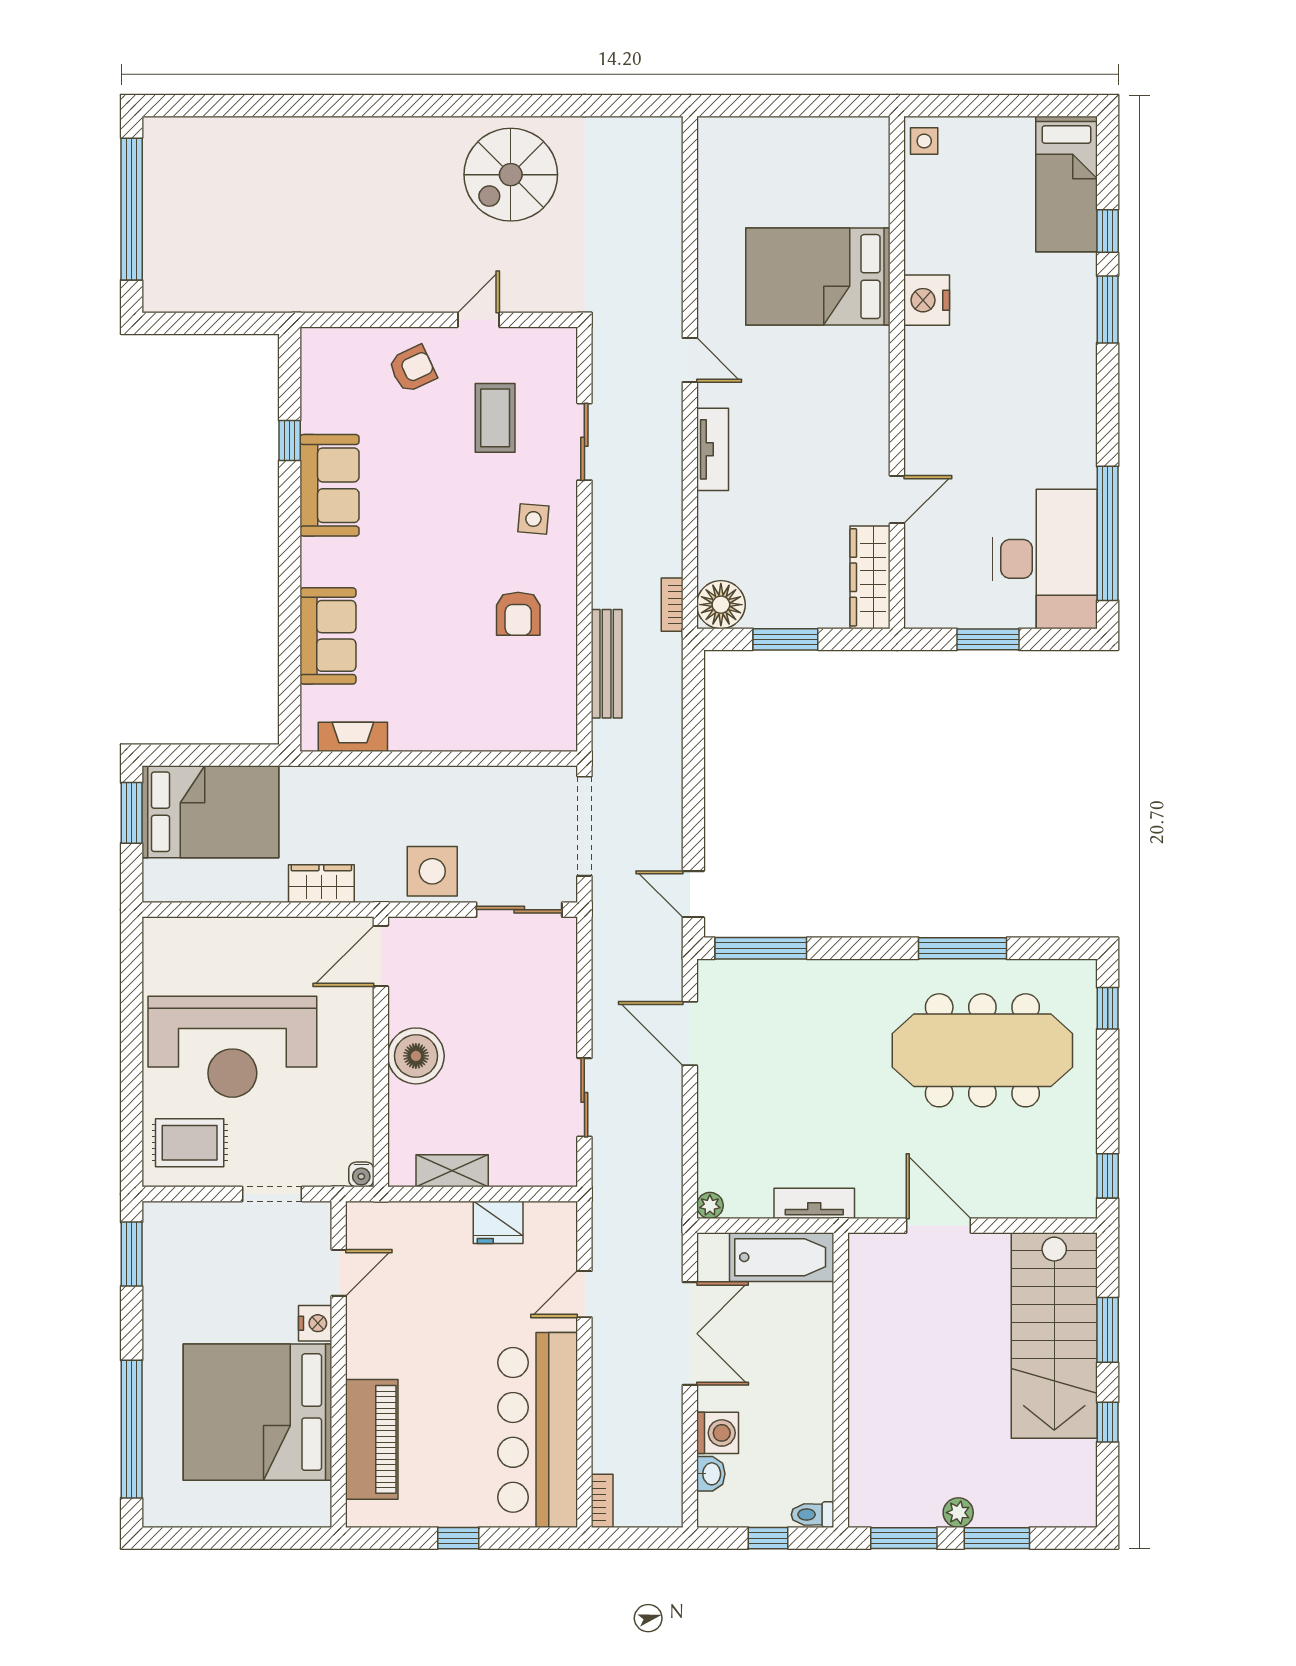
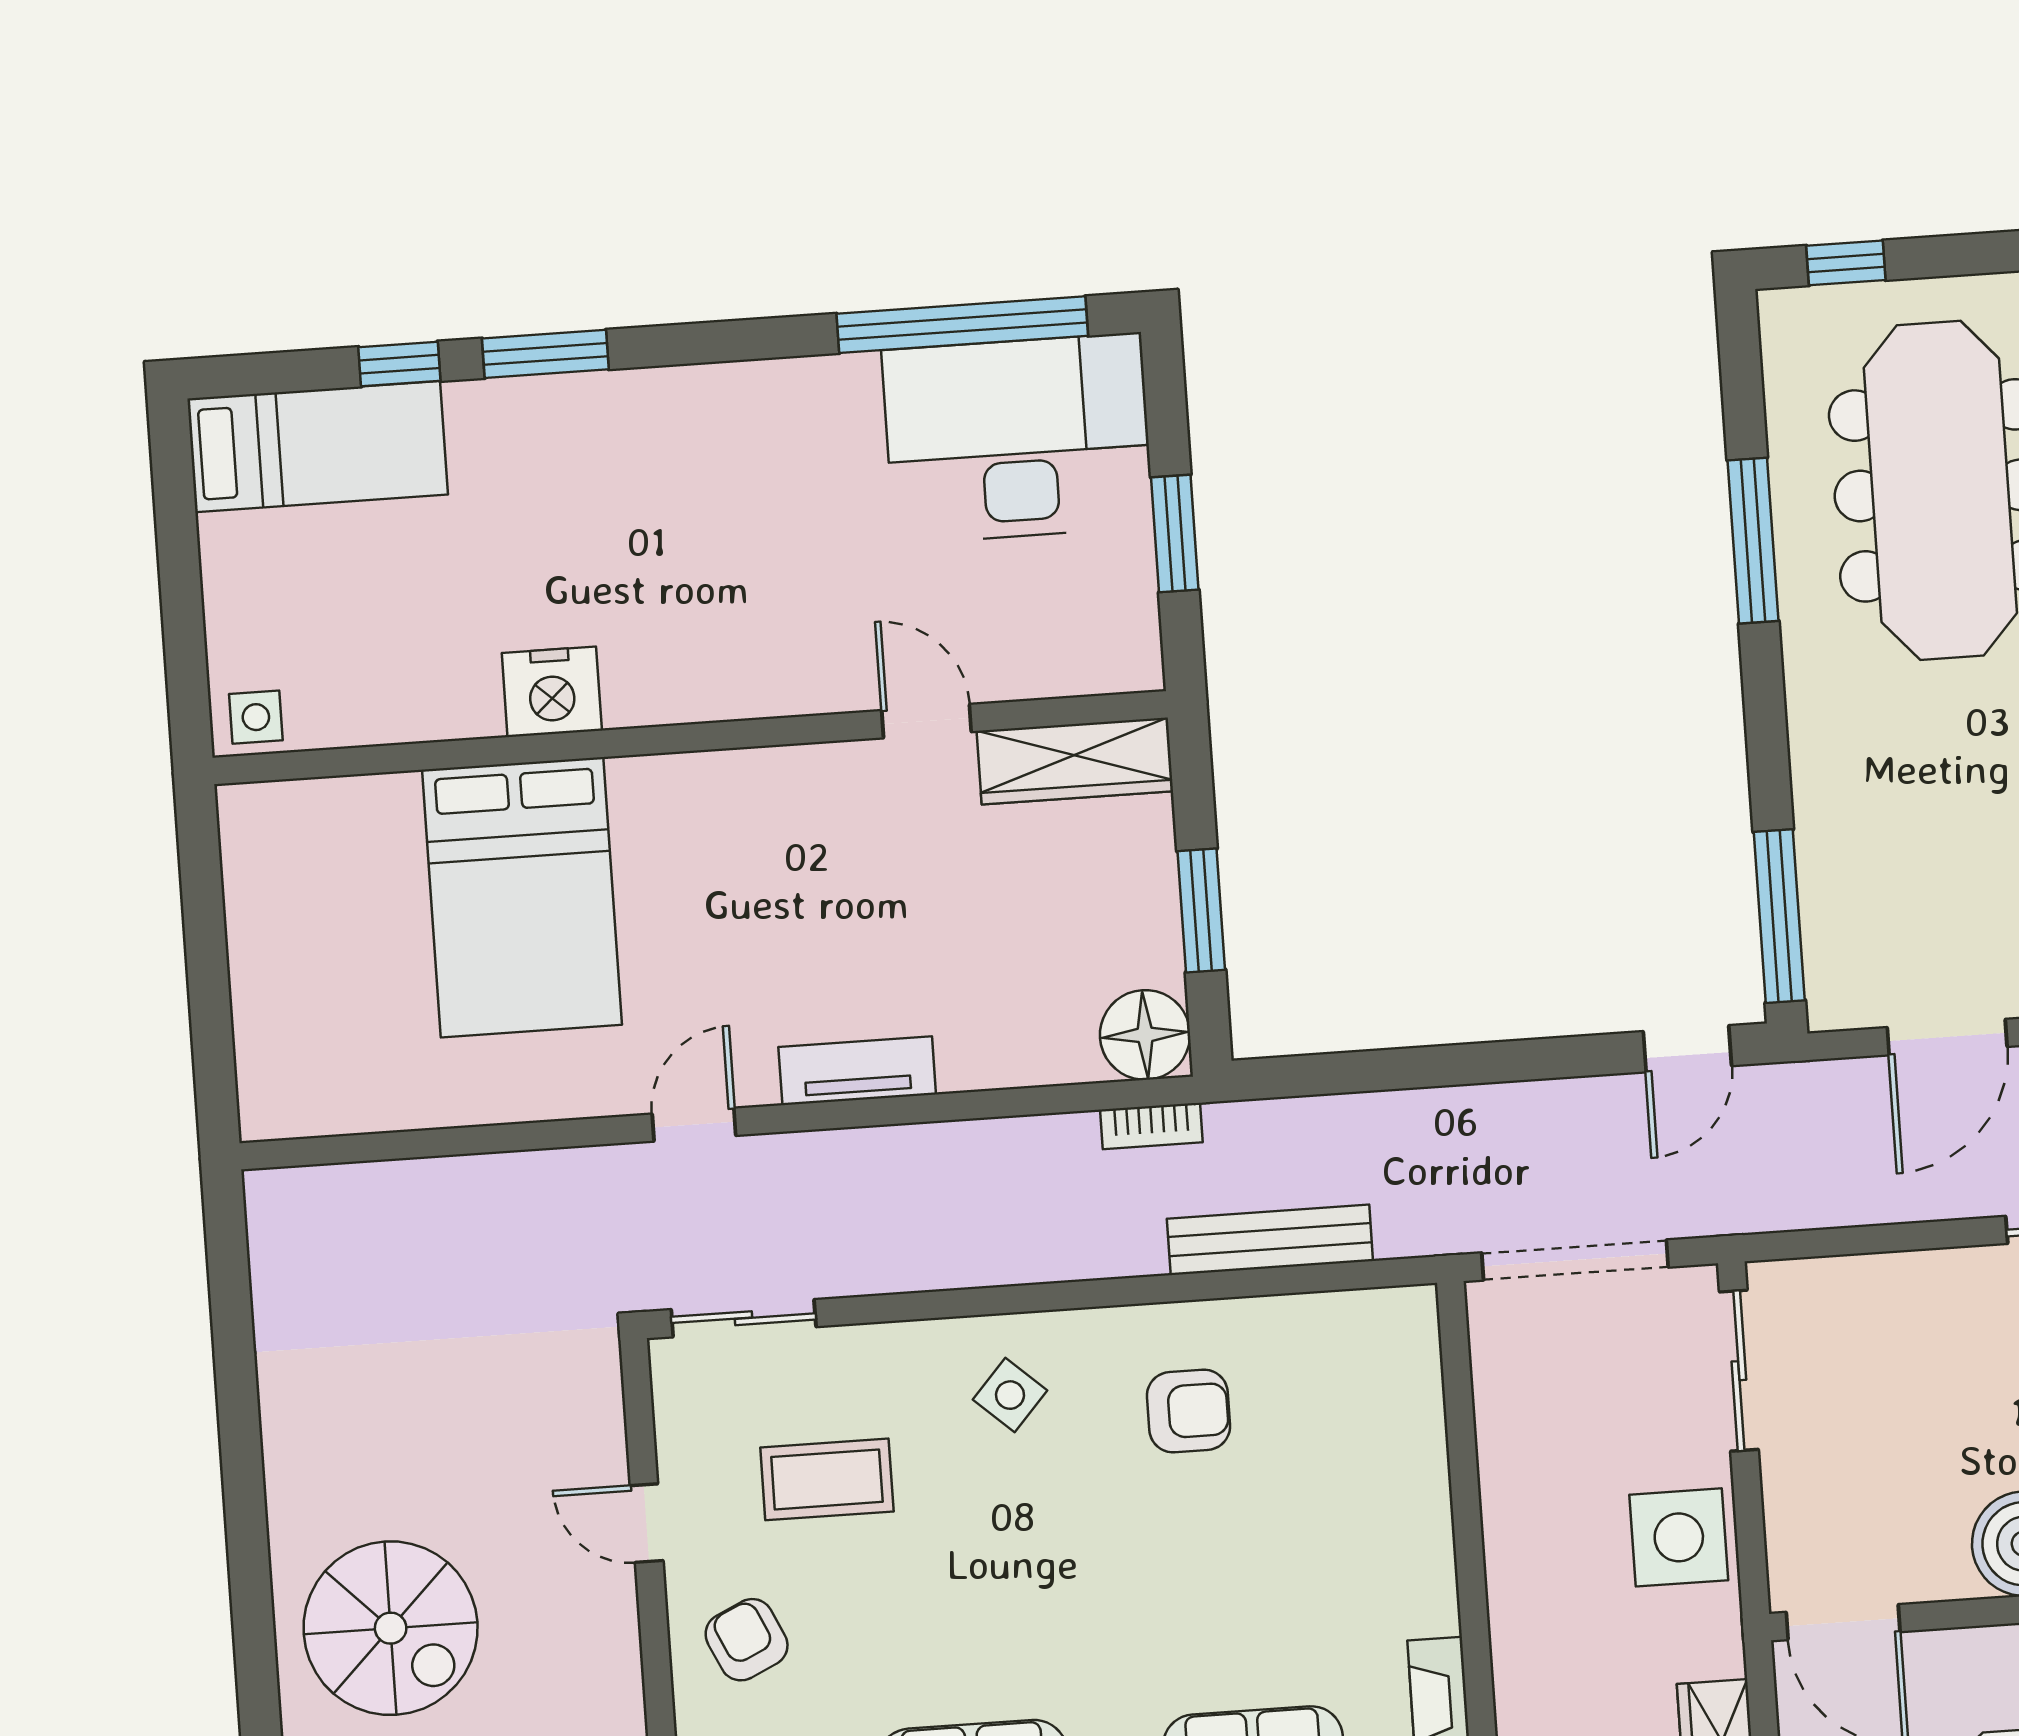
spiral stairs: (511, 175) -> (391, 1628), moved
sliding door: (584, 442) -> (744, 1318), moved
side table: (533, 519) -> (1010, 1395), turned 37

